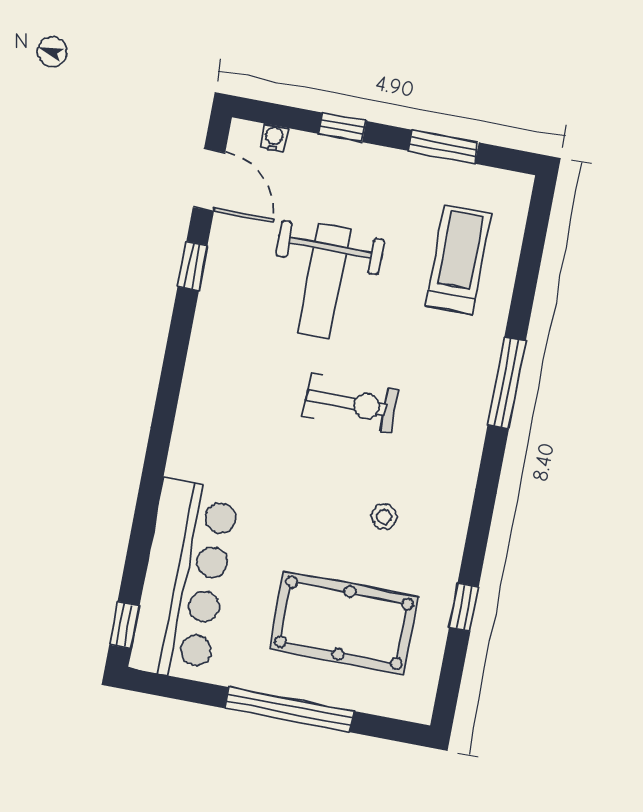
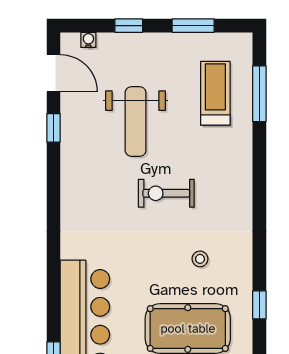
window: (507, 383) -> (259, 94), moved
exercise bike: (351, 403) -> (166, 193), turned 180

